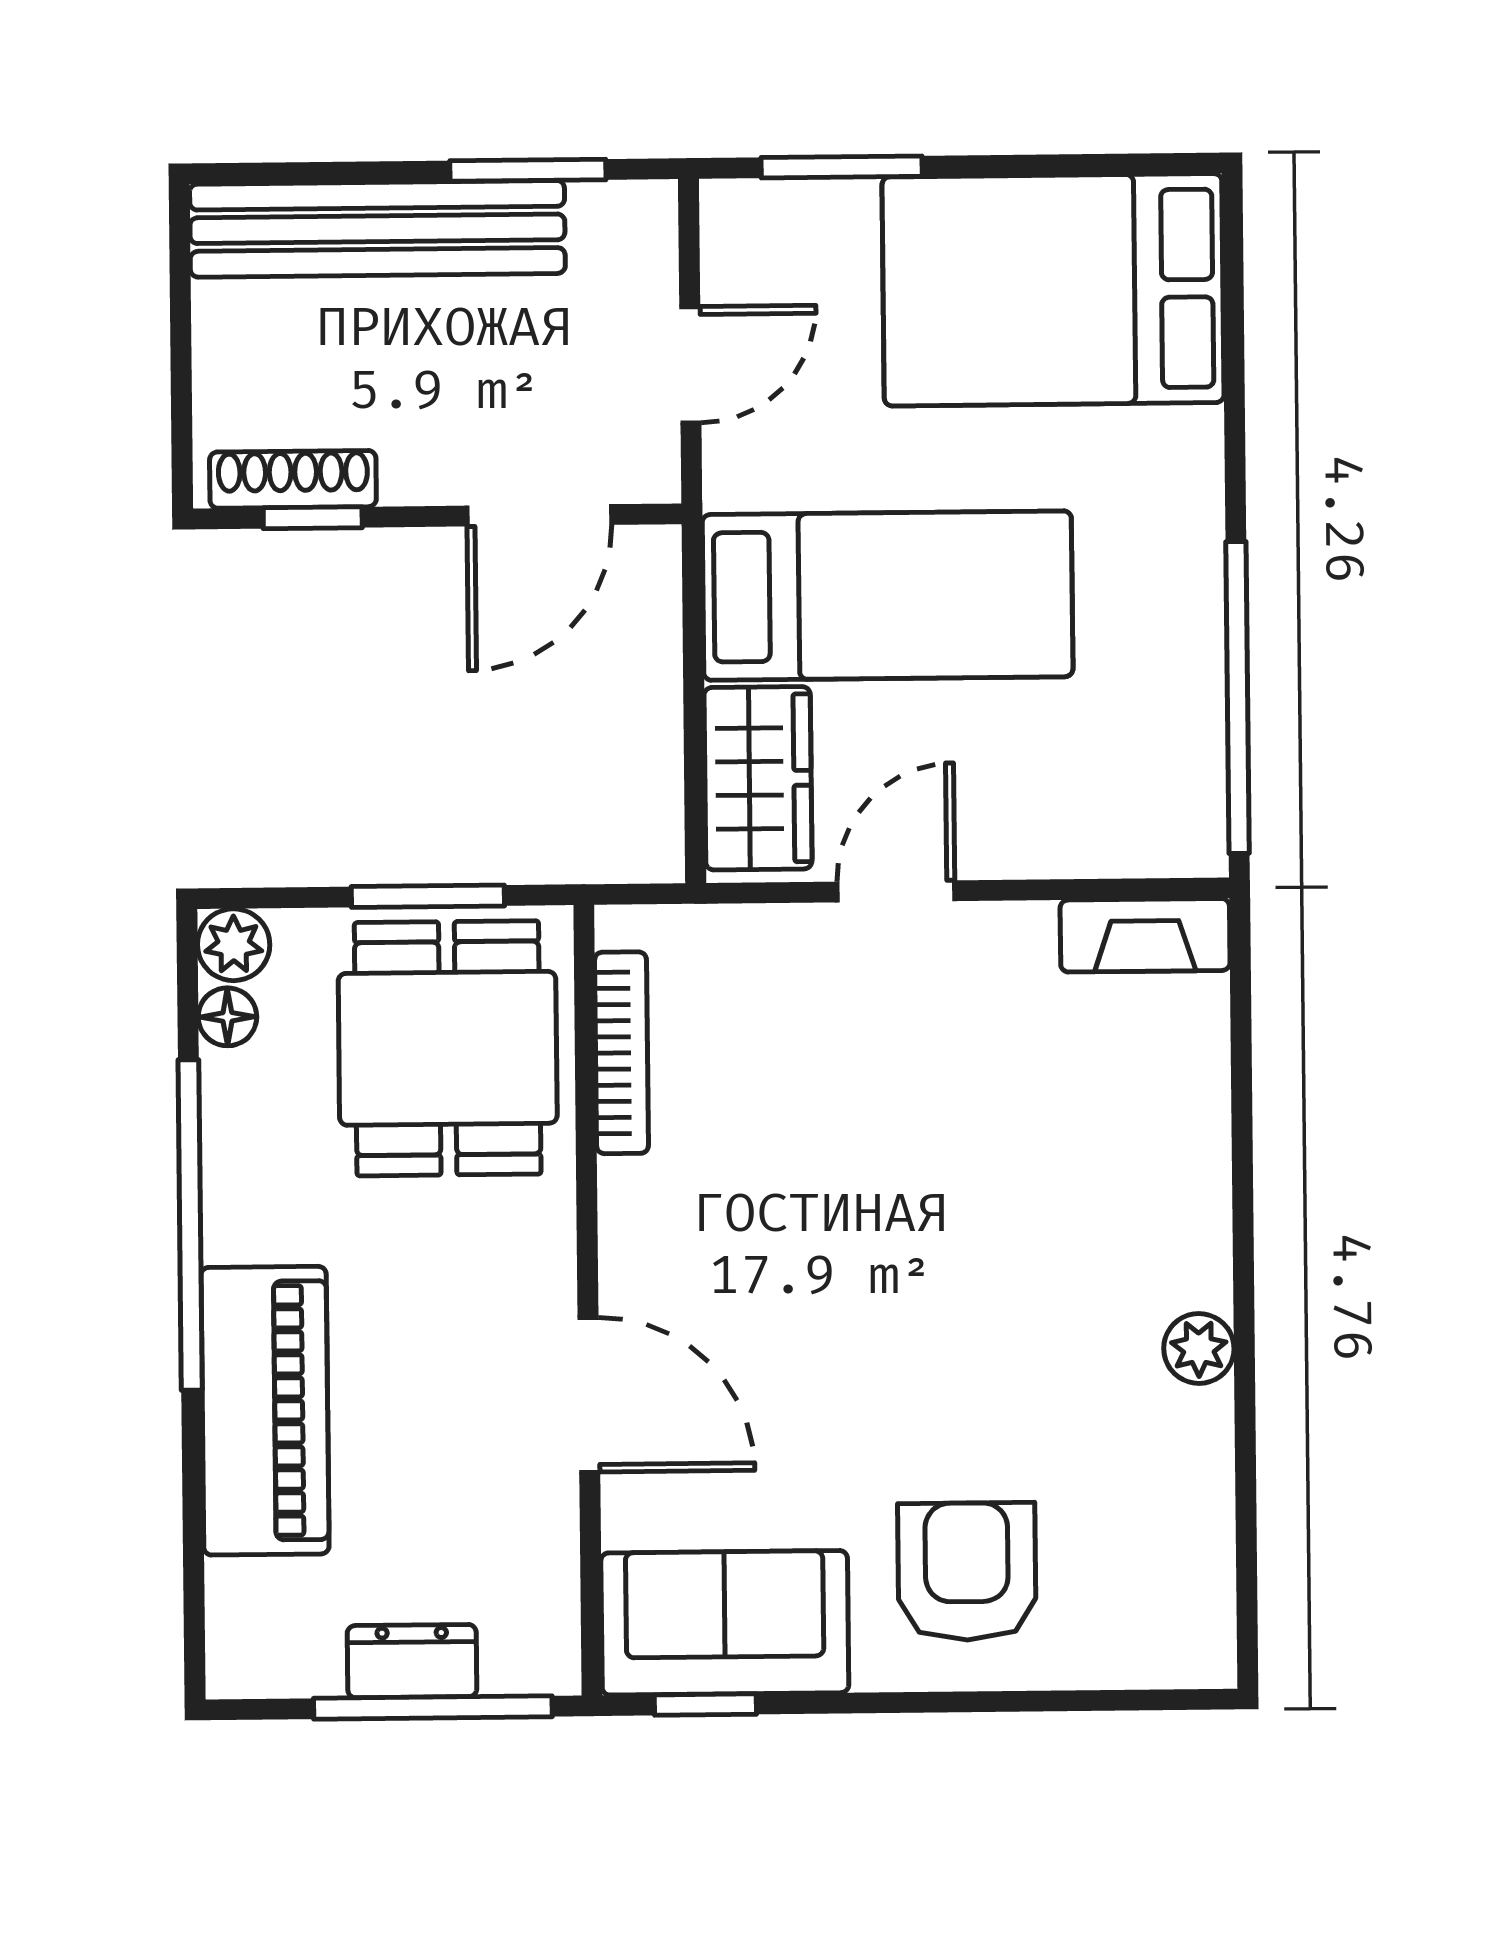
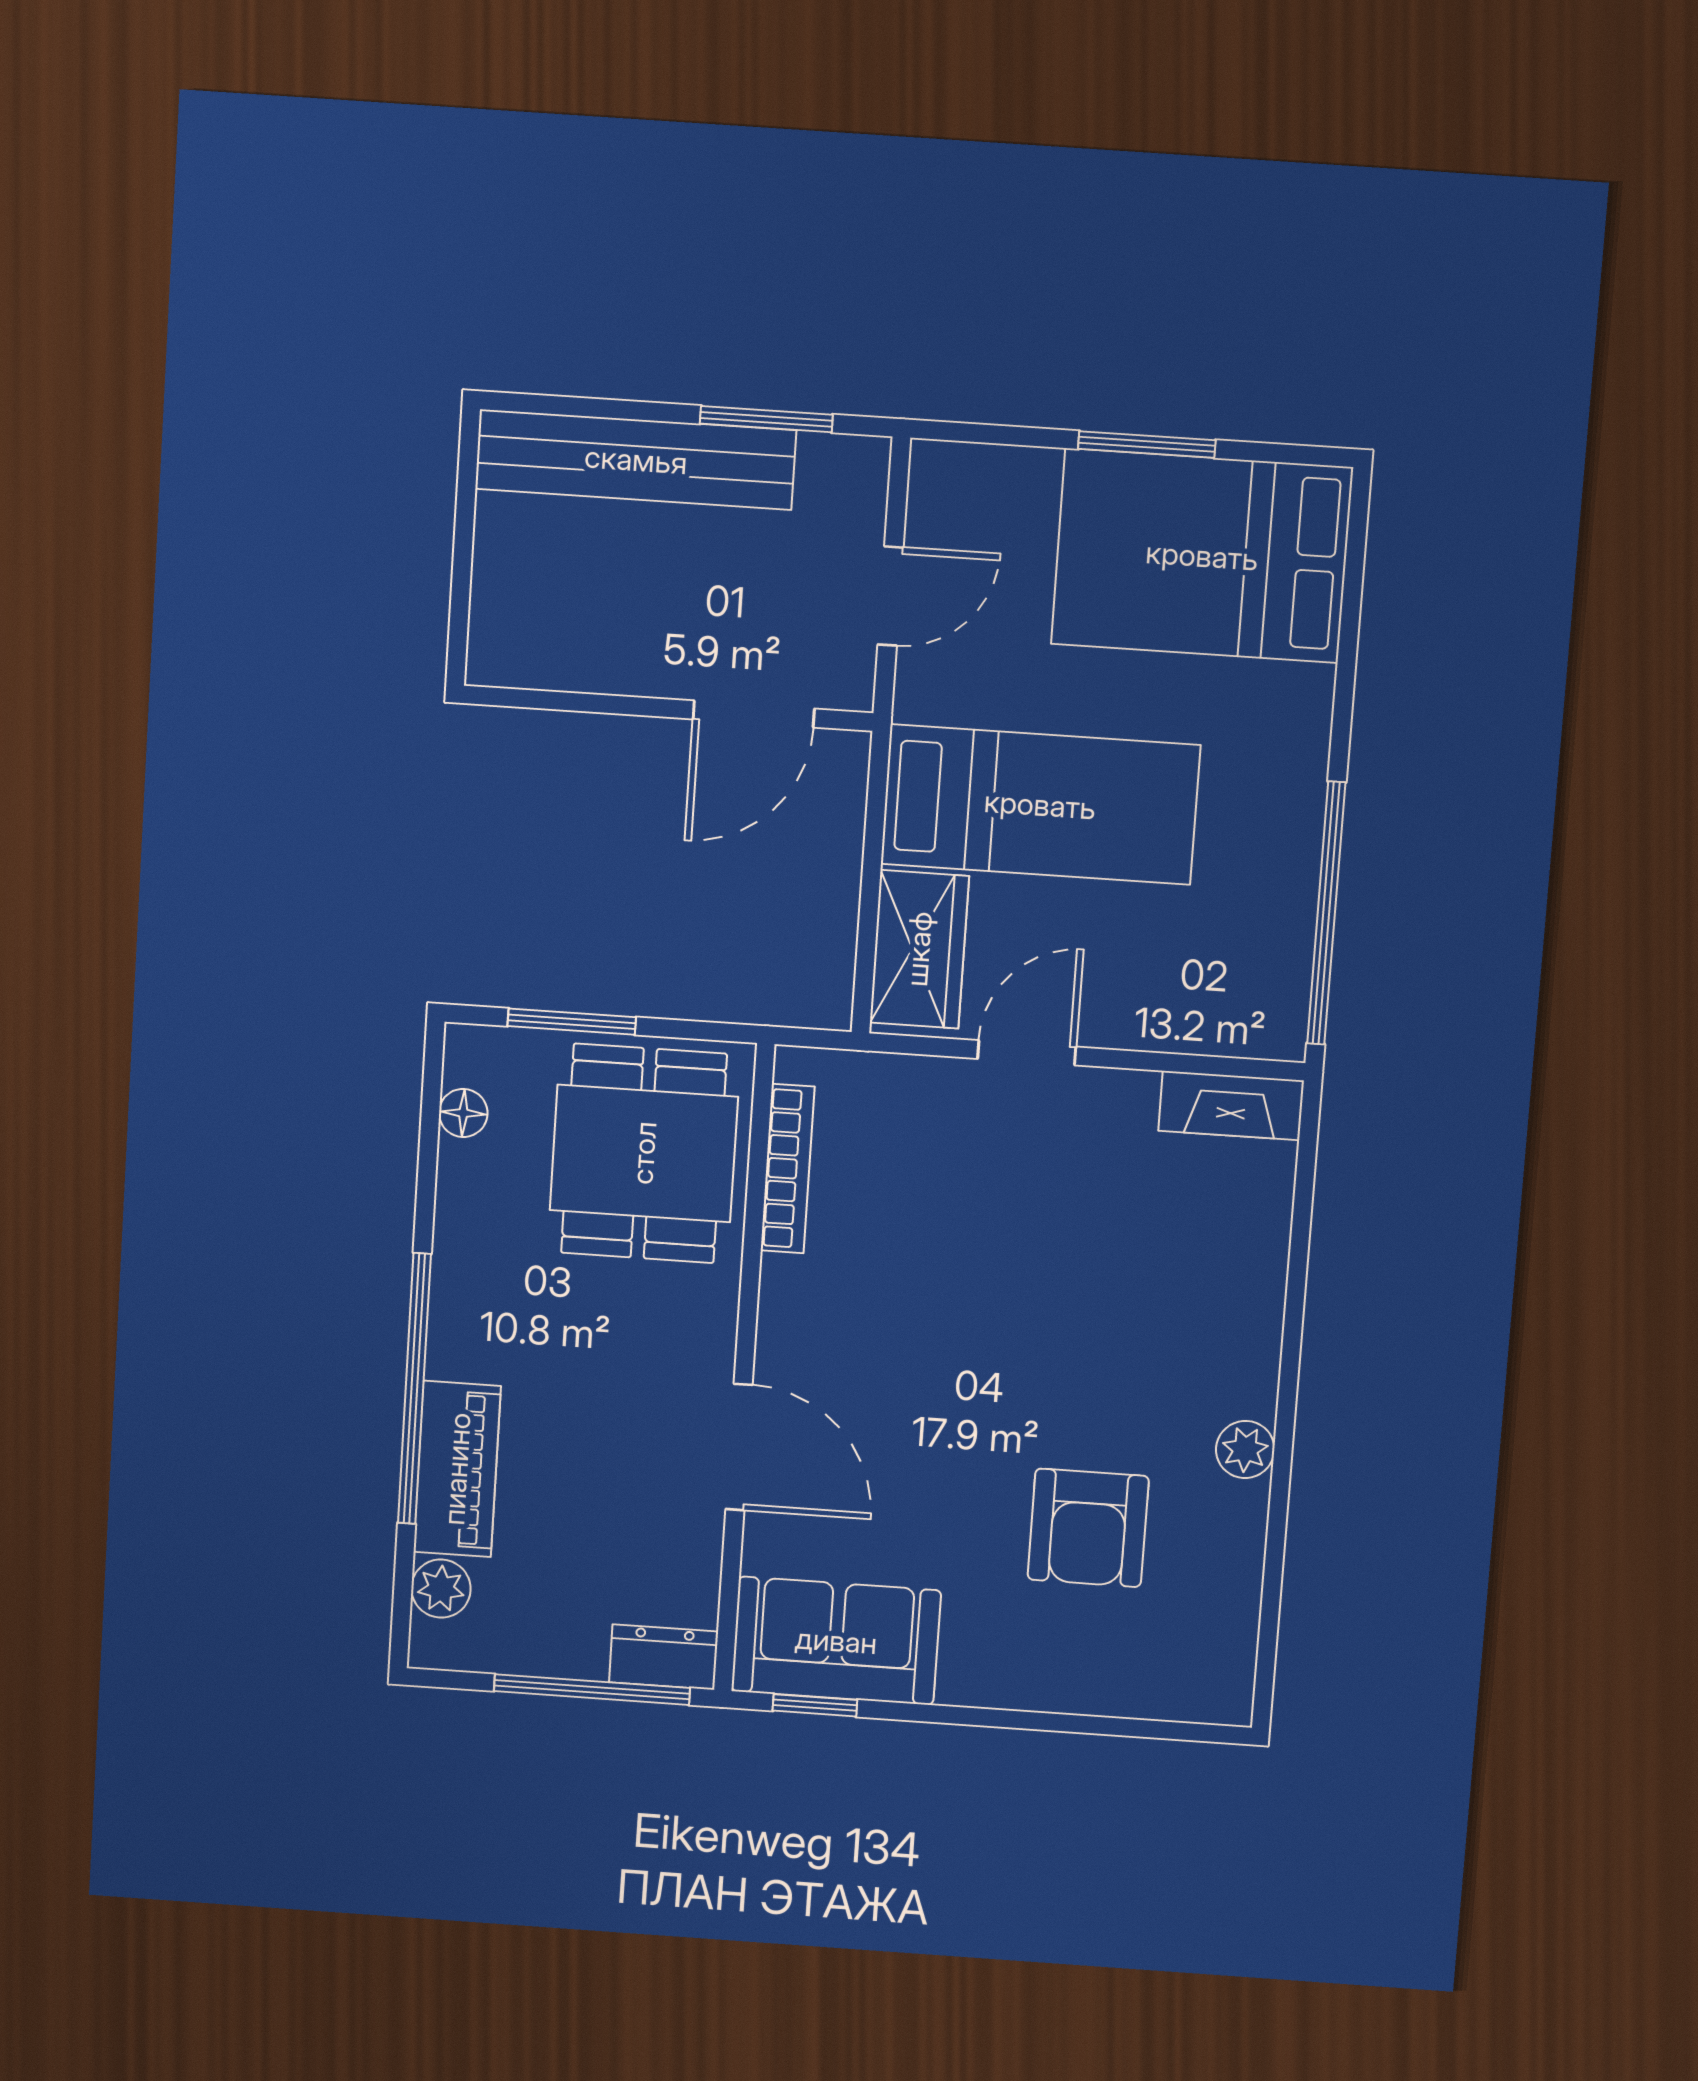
window: (842, 167) -> (1147, 444), moved
shoe rack: (293, 479) -> (549, 667), removed
window: (313, 518) -> (564, 701), removed
window: (428, 896) -> (572, 1022), moved
plant: (234, 945) -> (441, 1589), moved
window: (190, 1225) -> (414, 1389), moved
piano: (265, 1411) -> (457, 1469), width x0.73, depth x0.75
armchair: (967, 1572) -> (1088, 1528), moved, turned 180
dresser: (412, 1661) -> (664, 1657), moved

